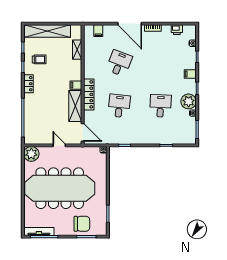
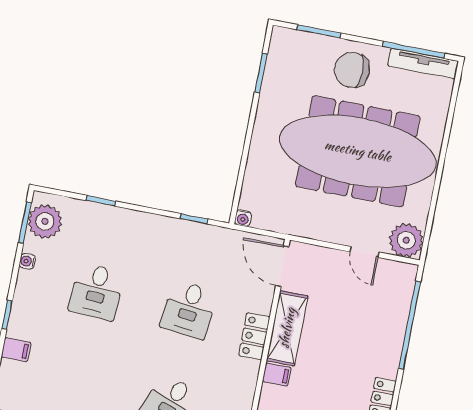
locker: (89, 94) -> (254, 336), width x0.66
plant: (189, 101) -> (45, 221), moved
door: (59, 145) -> (364, 252), moved
chair: (82, 224) -> (352, 70), moved

